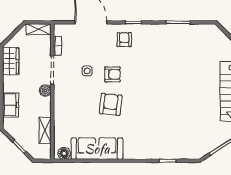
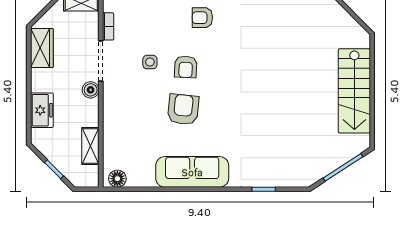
armchair: (124, 40) -> (202, 18), turned -90
armchair: (112, 74) -> (186, 67), turned 93
sofa: (97, 149) -> (192, 172), moved

